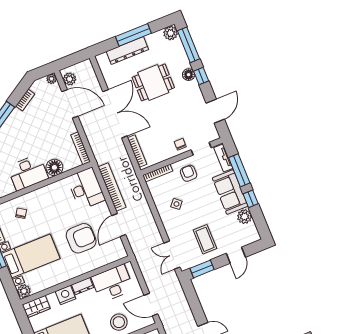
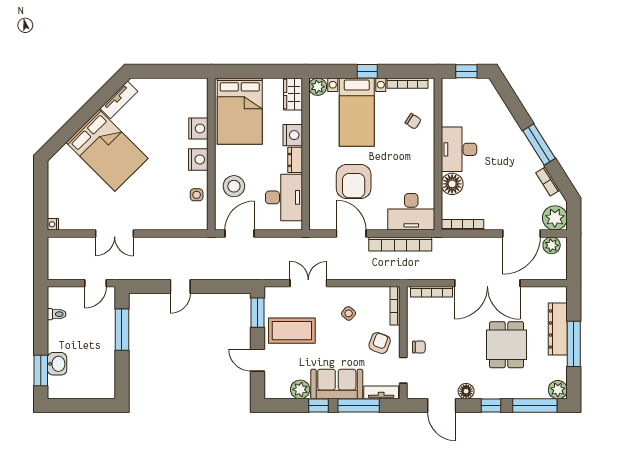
floor lamp: (189, 75) -> (466, 391), moved
plant: (52, 79) -> (555, 218), width x1.88, depth x1.88
armchair: (189, 173) -> (380, 343), turned -70
coffee table: (205, 239) -> (292, 331), width x1.36, depth x1.32
double door: (172, 255) -> (308, 283), moved

